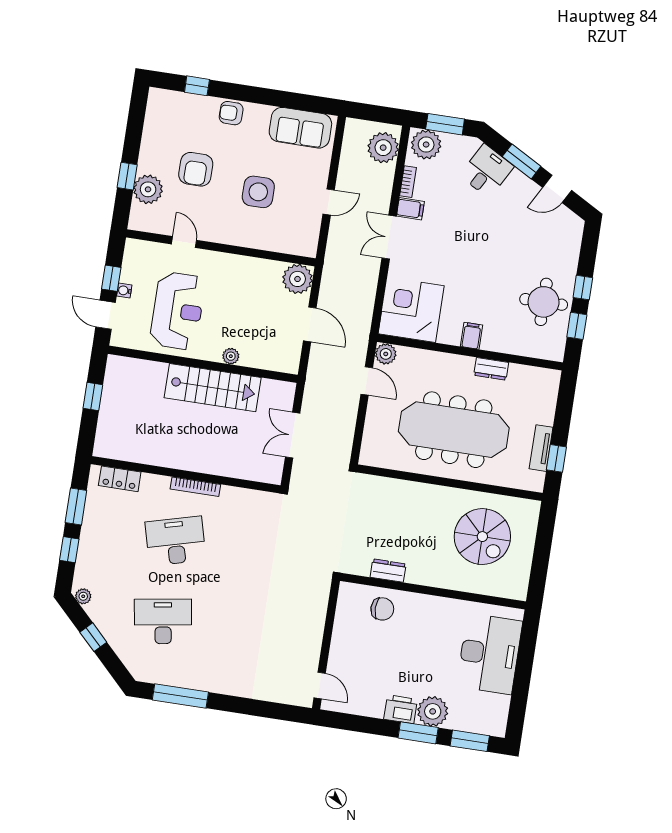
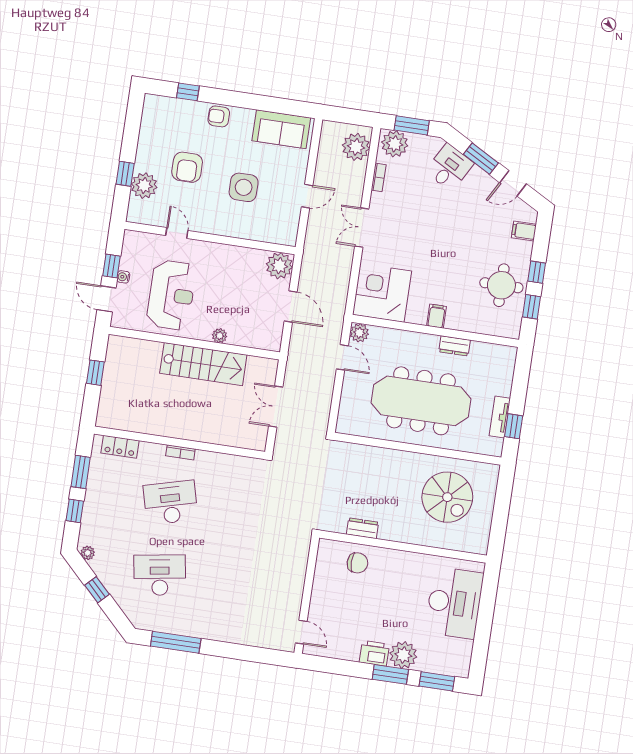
filing cabinet: (410, 209) -> (524, 231), moved, turned 180
bookcase: (195, 487) -> (180, 452), width x0.64

